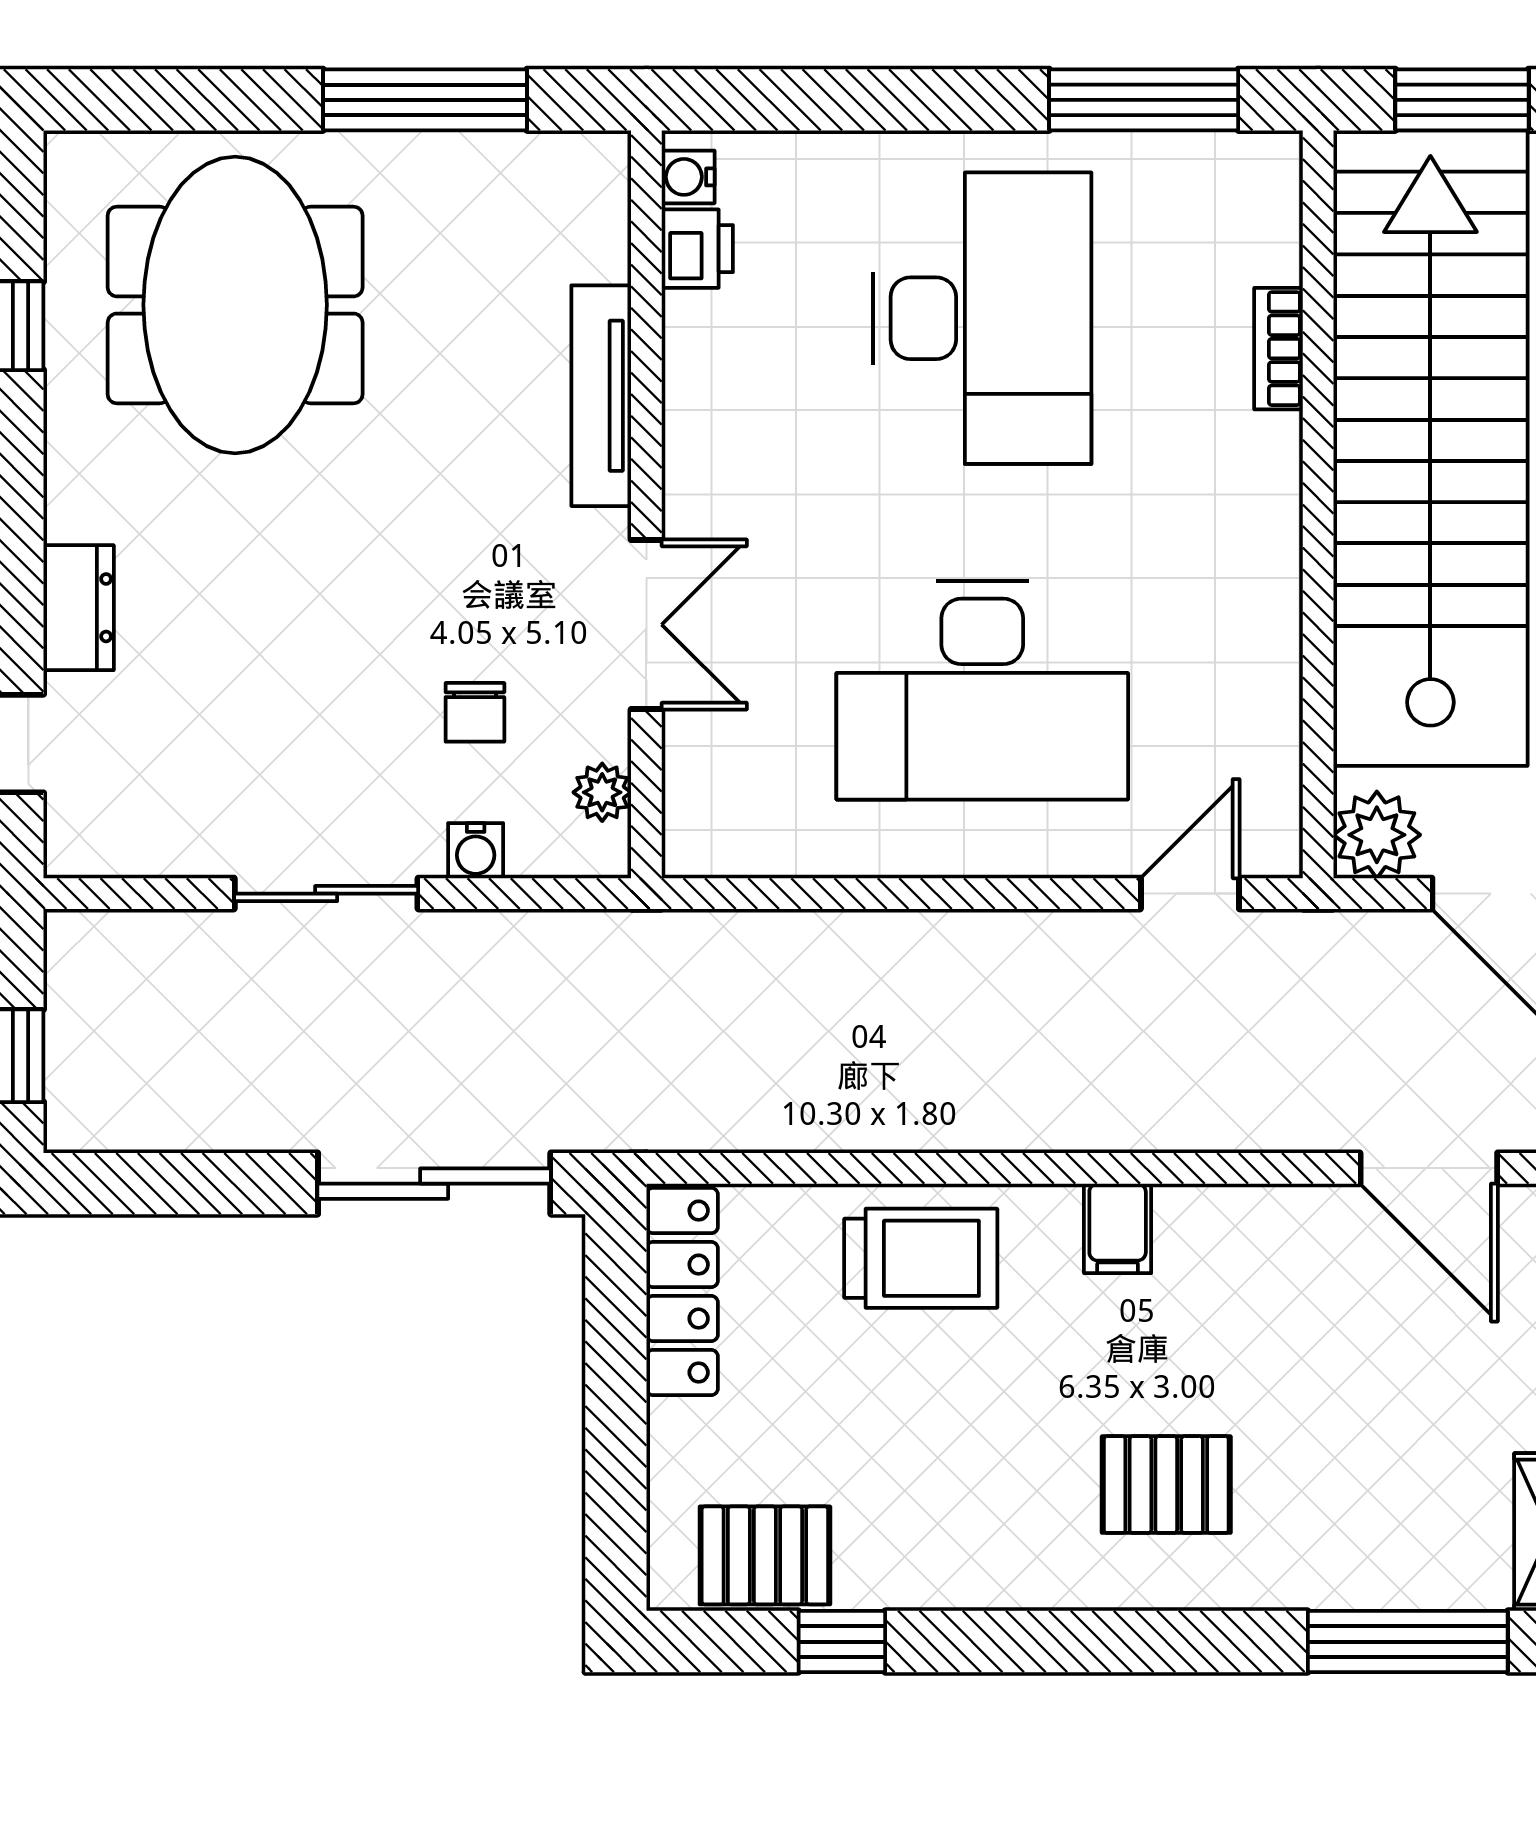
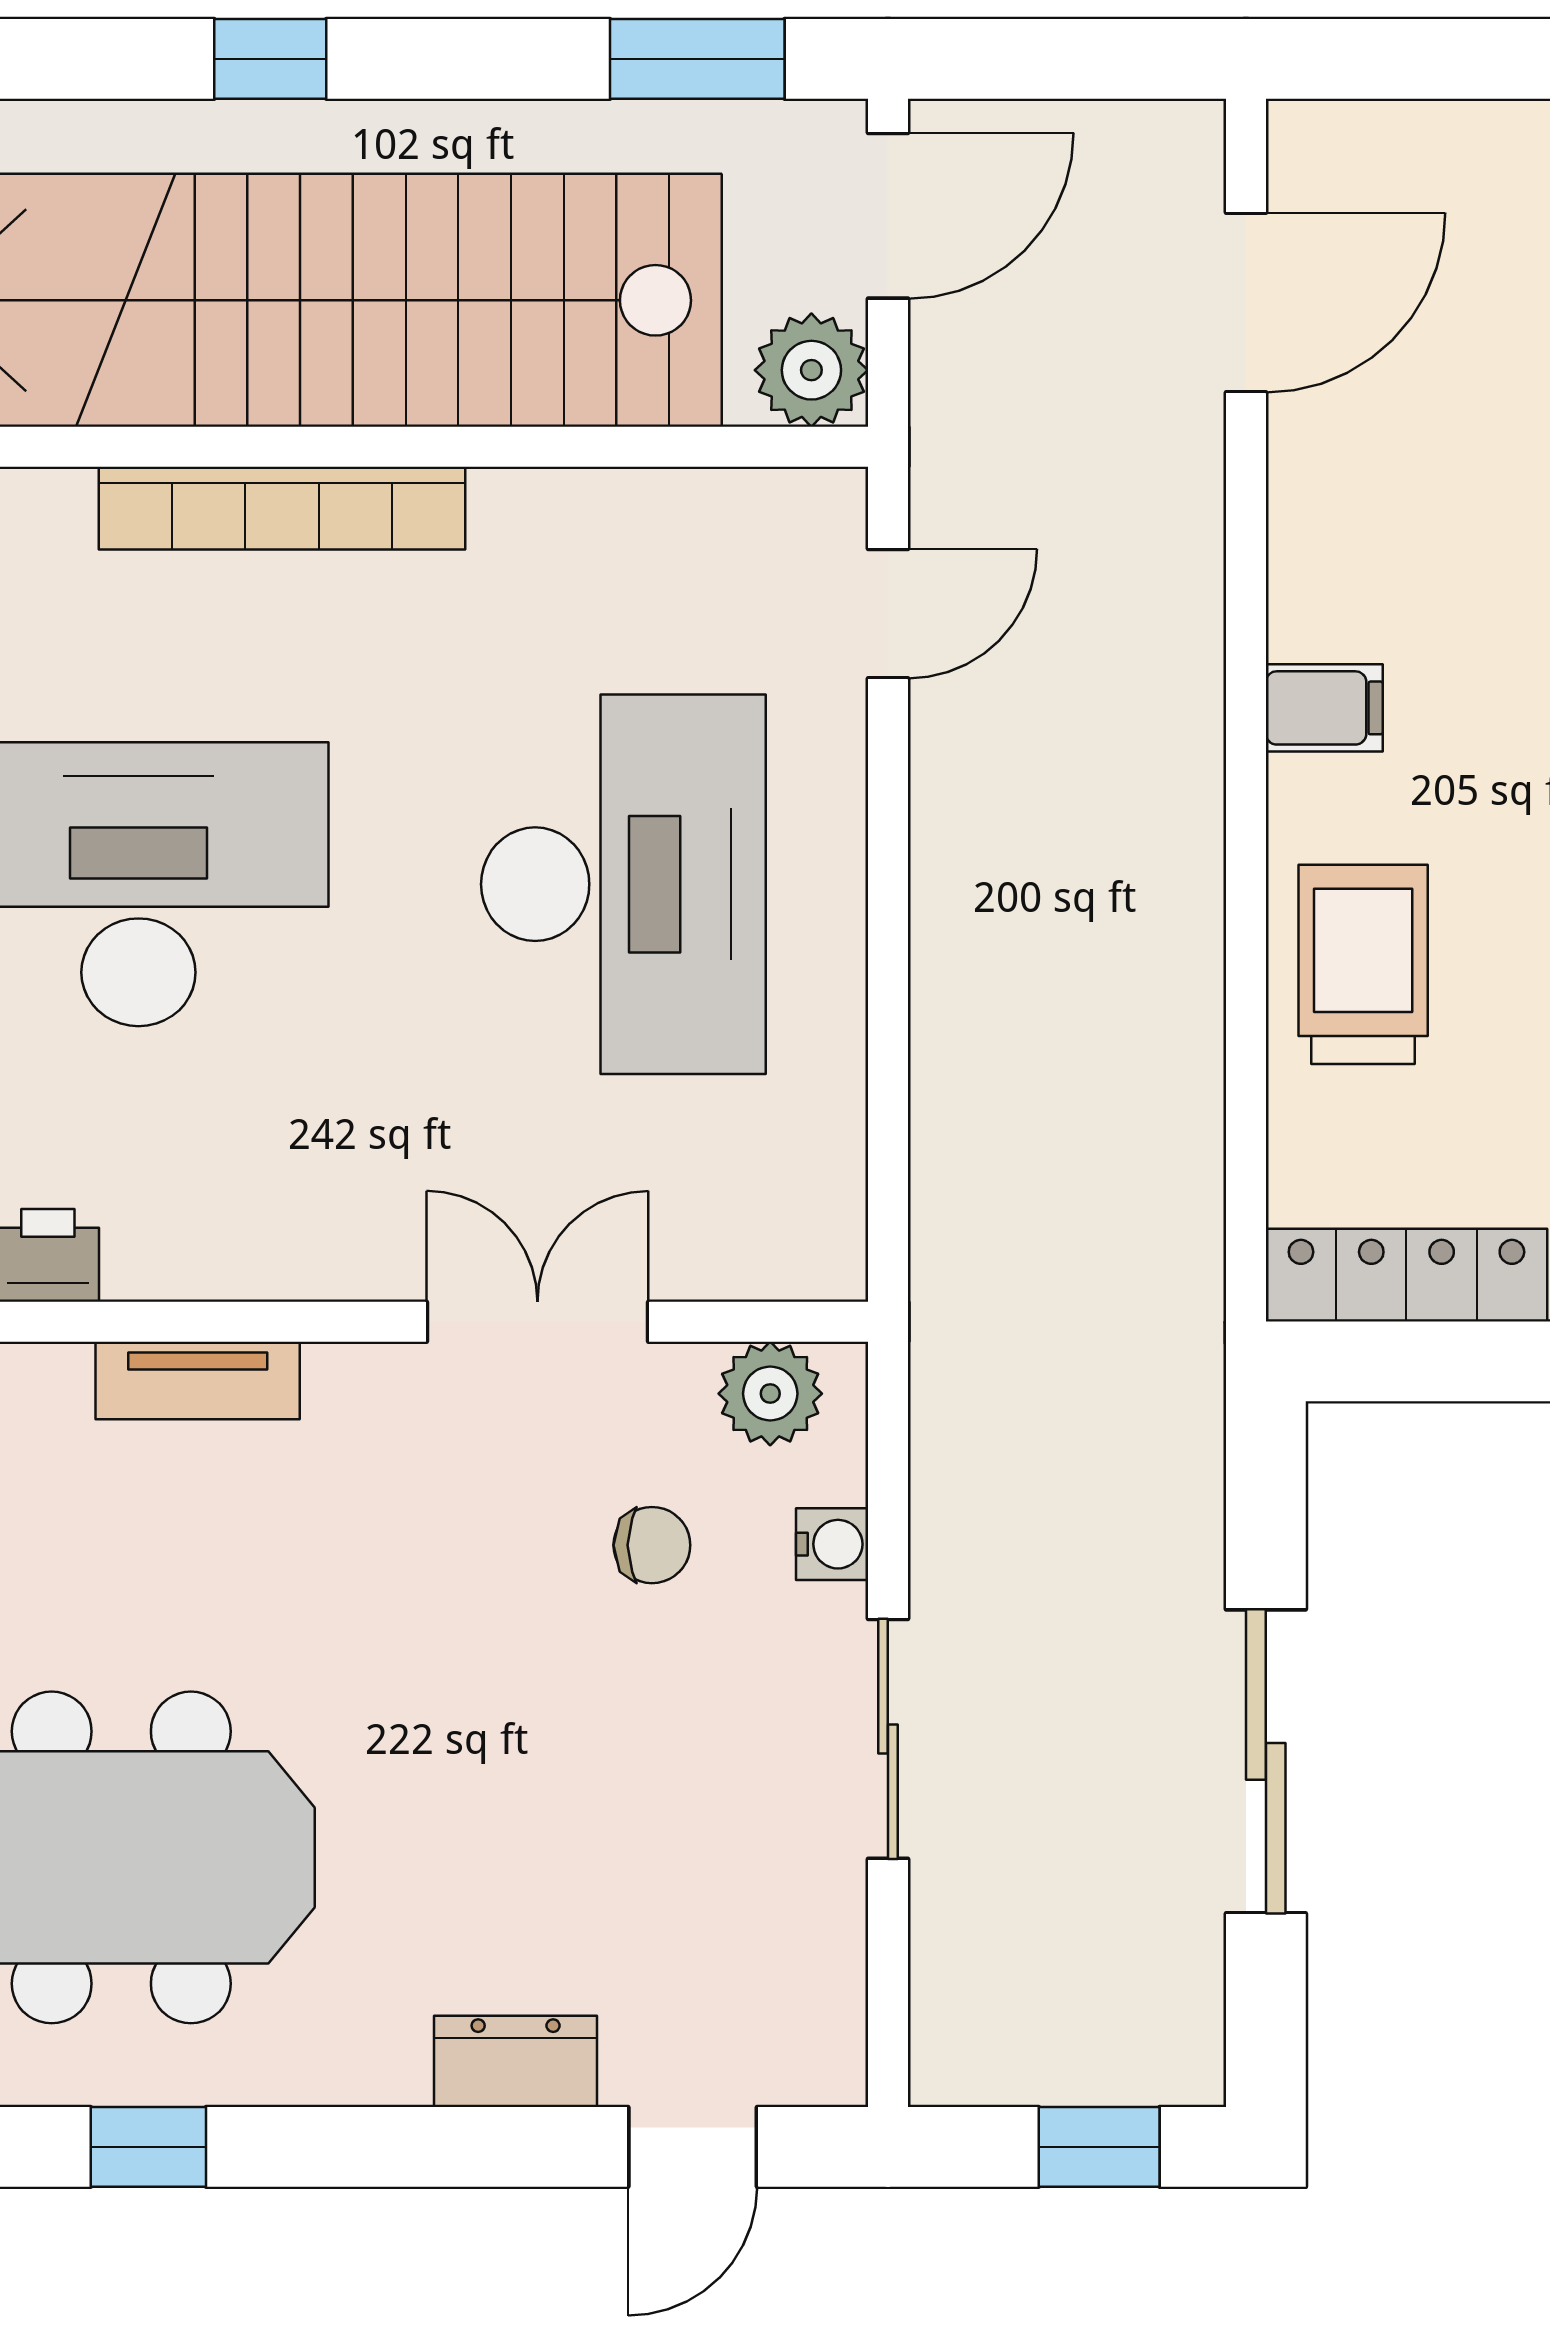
bookcase: (1279, 349) -> (282, 508), width x2.31, depth x1.31
tv unit: (601, 396) -> (198, 1381), width x0.71
plant: (602, 792) -> (770, 1394), width x1.38, depth x1.38
door: (1190, 894) -> (888, 614), swing flipped
sliding door: (434, 1184) -> (1266, 1761), moved

